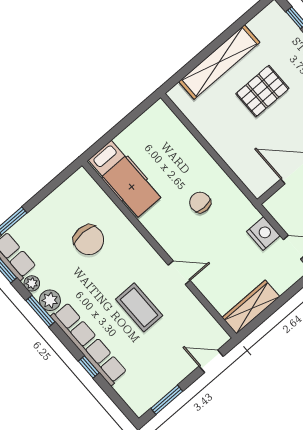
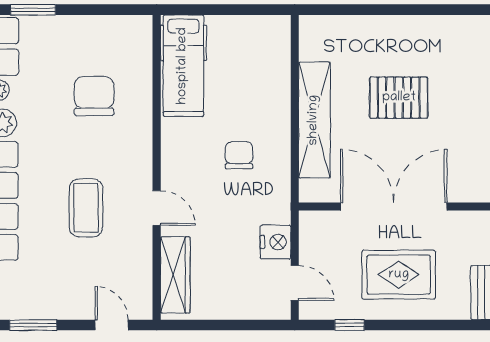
shelving: (219, 62) -> (314, 120), moved, turned 90
chair: (89, 240) -> (94, 96), turned 180
wardrobe: (251, 307) -> (175, 275), moved, turned 90

